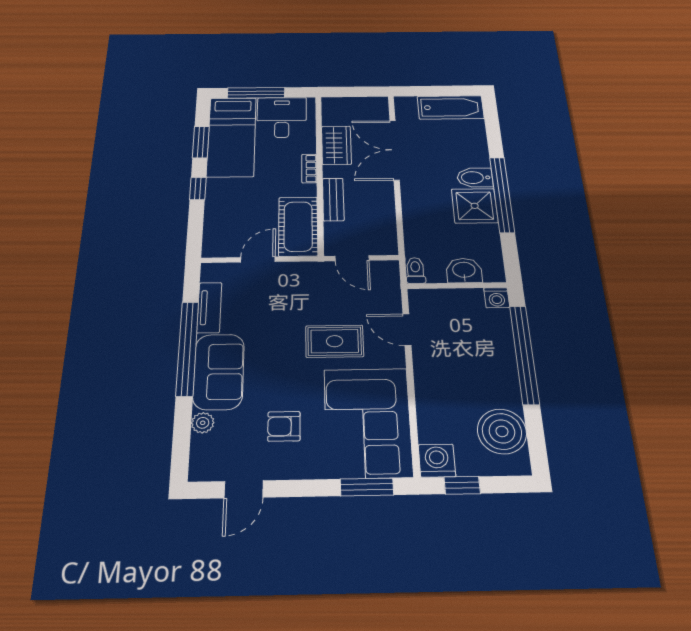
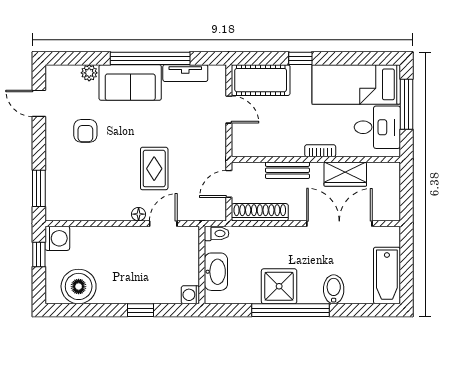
window: (201, 142) -> (350, 58), removed
bidet: (475, 178) -> (334, 289), moved
cot: (298, 226) -> (261, 80), moved
shoe rack: (386, 226) -> (260, 212), added
washbasin: (464, 270) -> (216, 272), width x1.38
window: (524, 354) -> (141, 310), width x0.32
floor lamp: (396, 359) -> (139, 214), added
corner sofa: (368, 422) -> (87, 191), removed
armchair: (284, 426) -> (85, 131), turned 180

